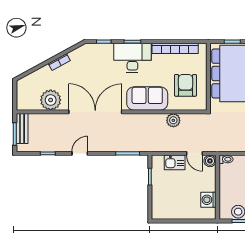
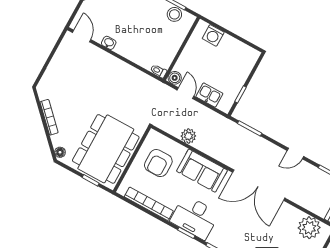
plant: (51, 100) -> (309, 228), moved
washing machine: (208, 200) -> (213, 35), moved, turned 90

